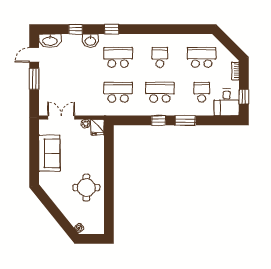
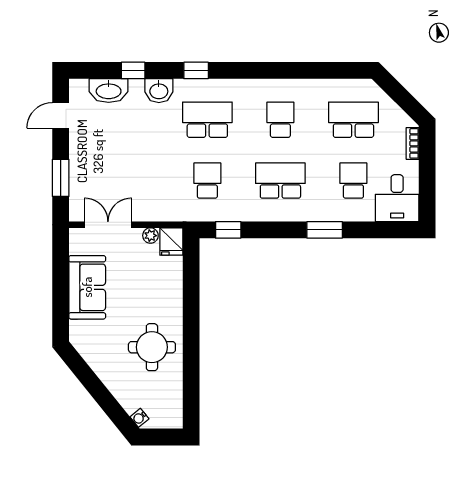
washbasin: (50, 41) -> (109, 91), moved
window: (34, 79) -> (61, 178), moved
school desk: (118, 92) -> (207, 181), width x0.54
window: (244, 97) -> (427, 188), removed
window: (159, 120) -> (228, 230), moved

